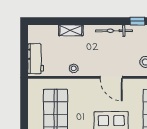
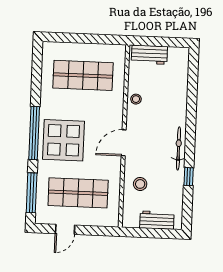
shelving: (71, 30) -> (181, 98), removed

